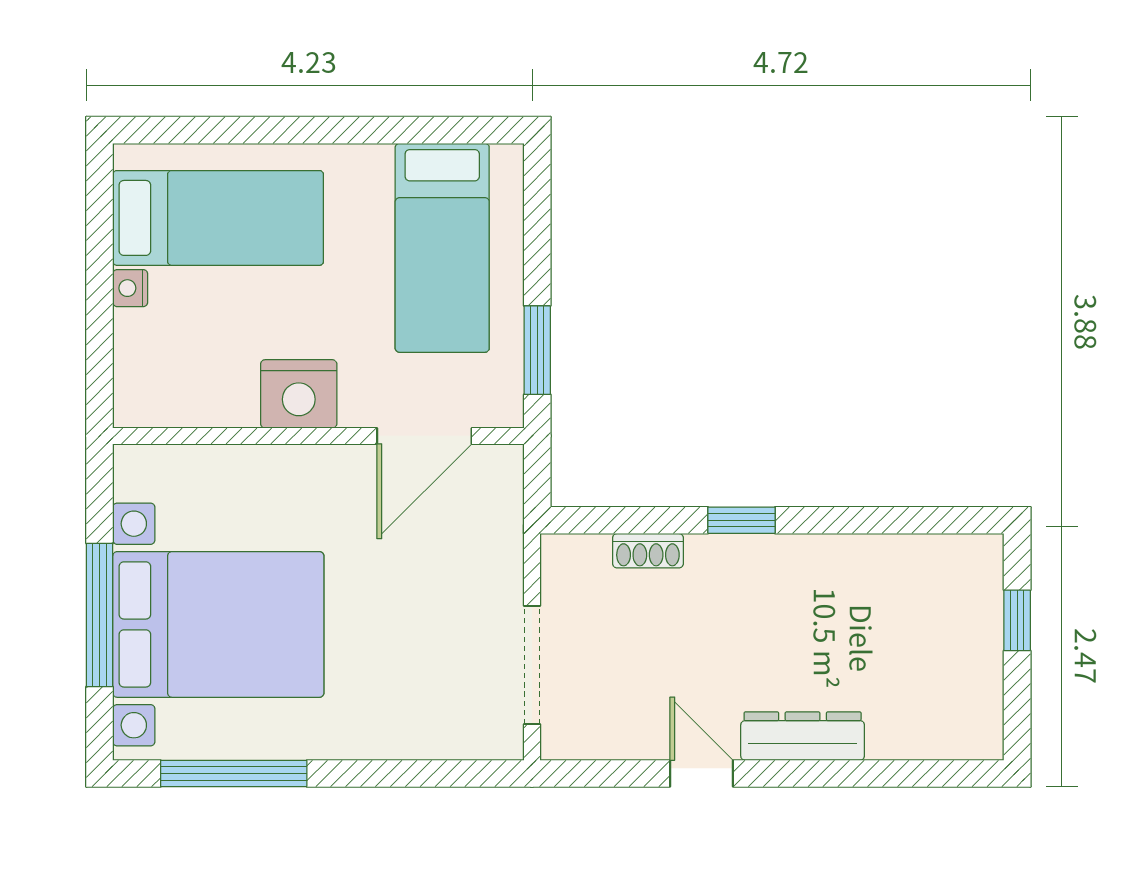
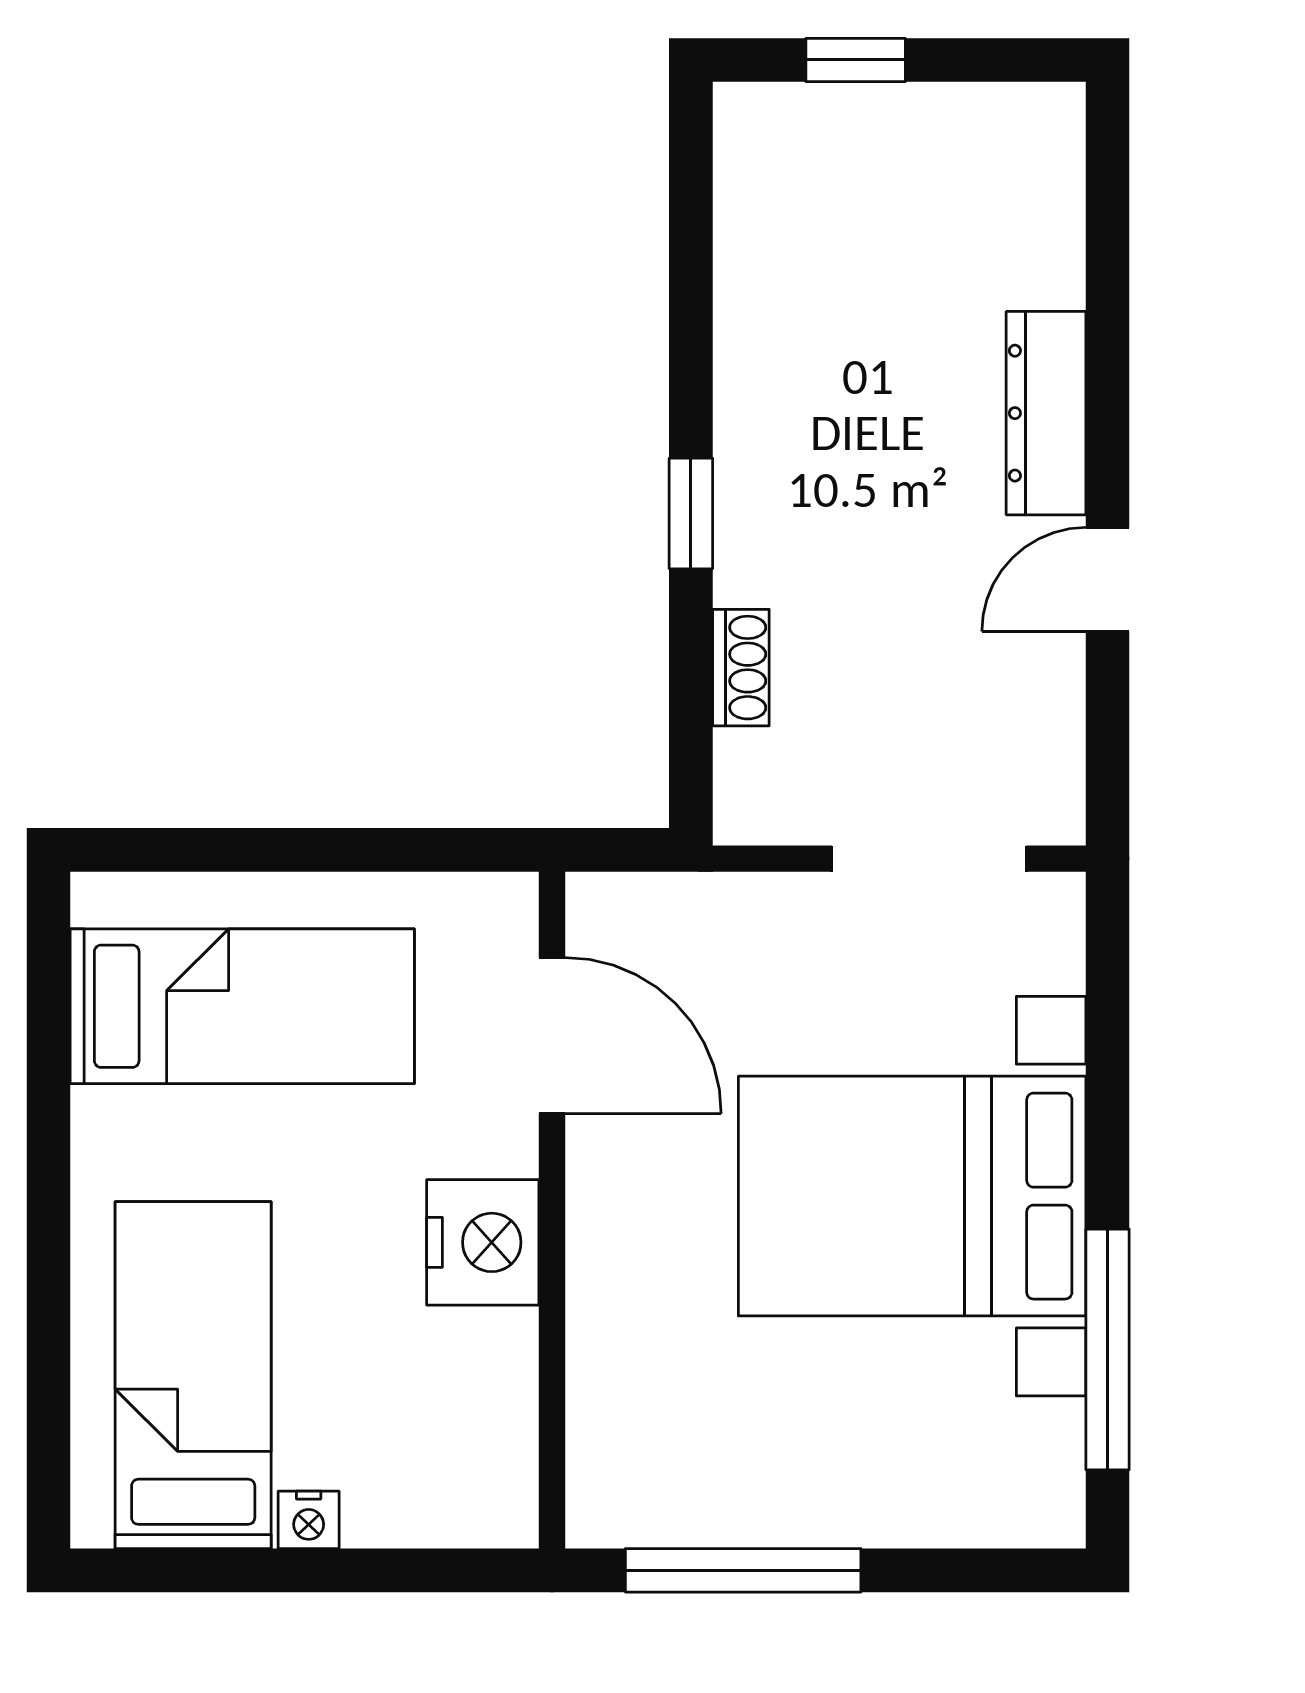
window: (537, 350) -> (411, 850), removed
window: (100, 615) -> (743, 1570), moved
bed with nightstands: (218, 624) -> (912, 1196), moved, turned -90

